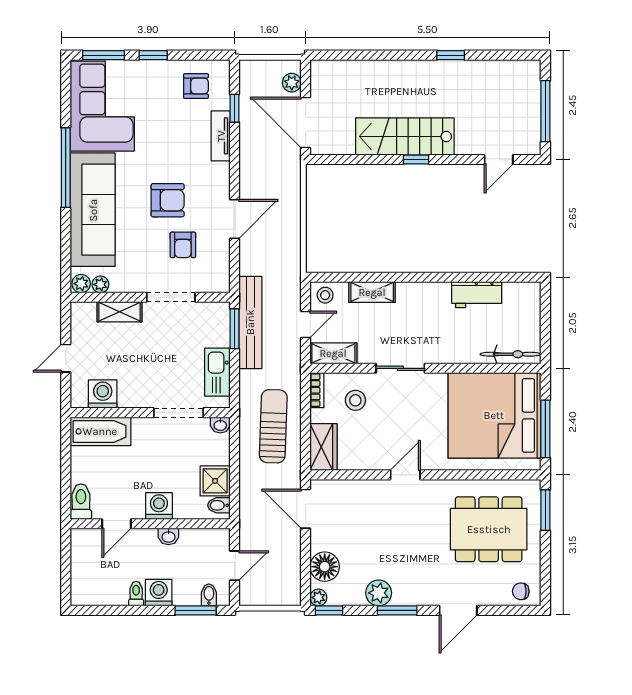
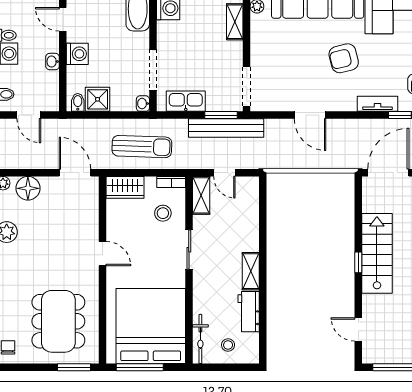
armchair: (168, 200) -> (344, 58), moved, turned 76
armchair: (183, 245) -> (289, 73), removed
shelving: (372, 292) -> (251, 271), moved
stool: (325, 295) -> (228, 345), moved
doorway: (171, 297) -> (247, 87), moved
door: (306, 509) -> (75, 173), hinge flipped

